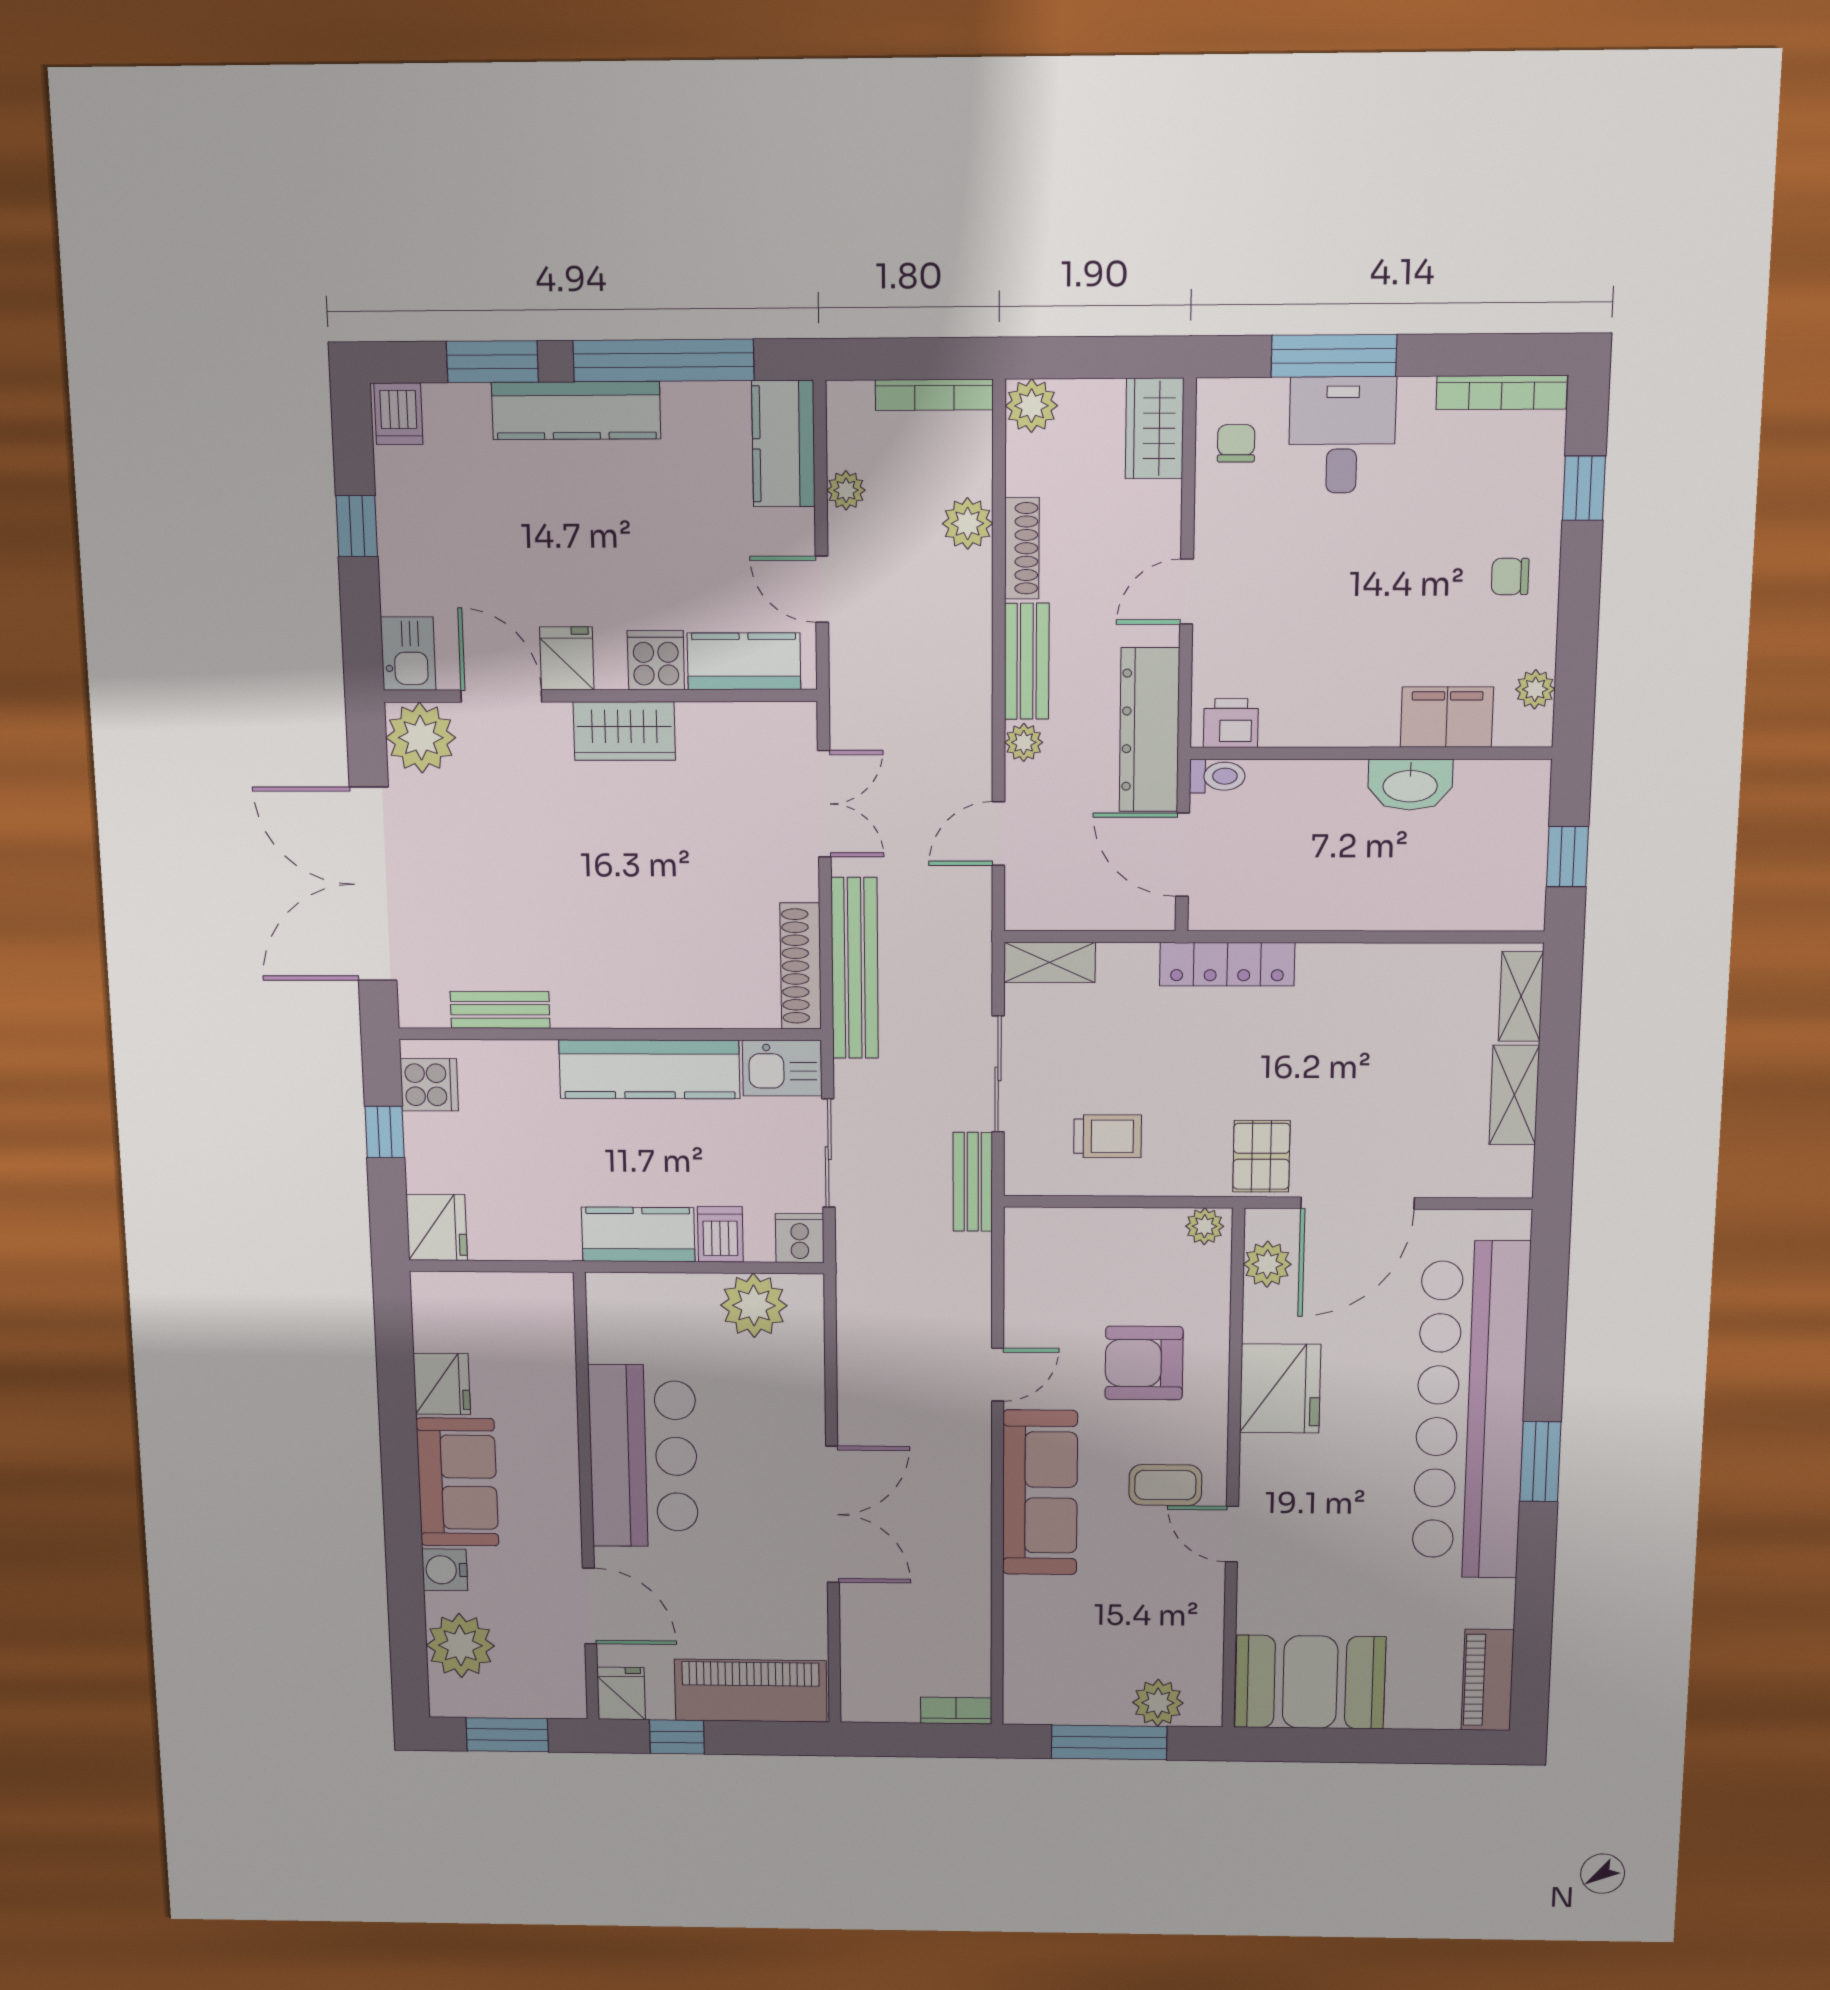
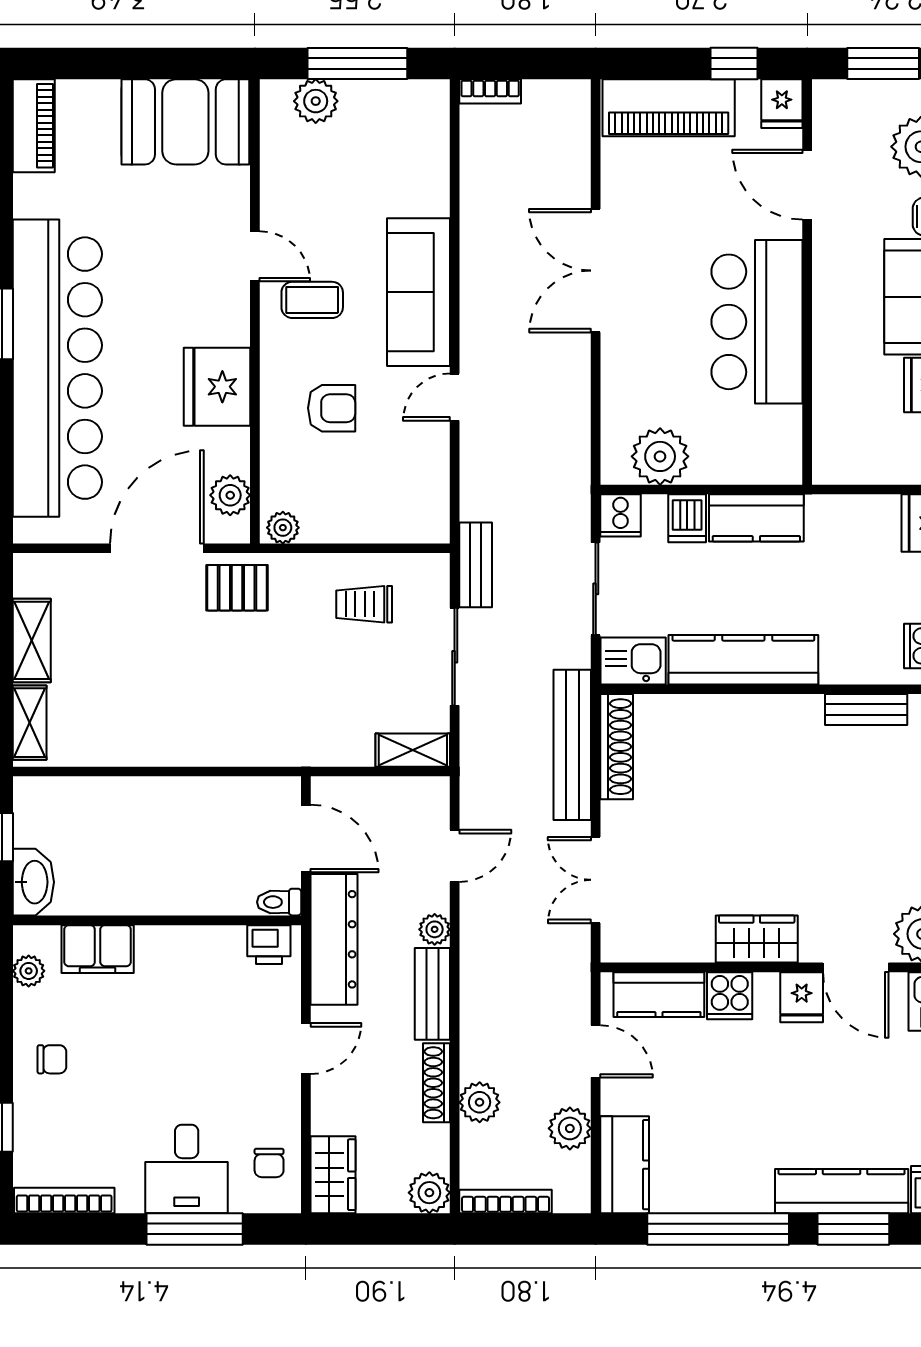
kitchen counter: (576, 411) -> (842, 1191), moved
plant: (846, 490) -> (570, 1128), width x1.38, depth x1.38
washbasin: (1410, 785) -> (33, 882), moved, turned 90
locker: (1227, 964) -> (268, 749), removed
pallet: (1261, 1156) -> (237, 588), turned 90
armchair: (1144, 1363) -> (332, 408), width x0.72, depth x0.72

